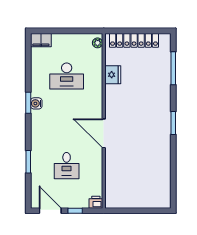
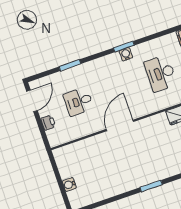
printer: (96, 202) -> (48, 123), moved
water cooler: (144, 202) -> (69, 185), added
window: (75, 211) -> (40, 124), removed

